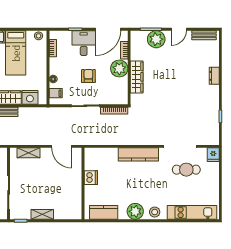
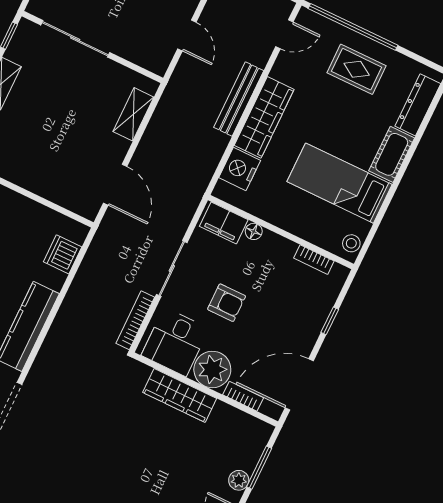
door: (108, 29) -> (299, 384), hinge flipped
plant: (156, 39) -> (239, 480), width x0.53, depth x0.53
desk: (84, 43) -> (175, 342), moved, turned 90
filing cabinet: (56, 93) -> (224, 223), width x2.00
door: (62, 146) -> (115, 185), swing flipped
dishwasher: (91, 178) -> (63, 254), moved, turned 90

